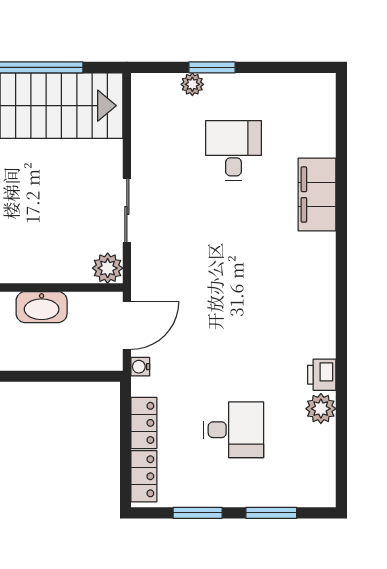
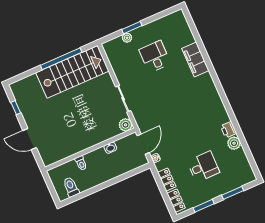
washbasin: (42, 307) -> (110, 148), width x0.52, depth x0.69

